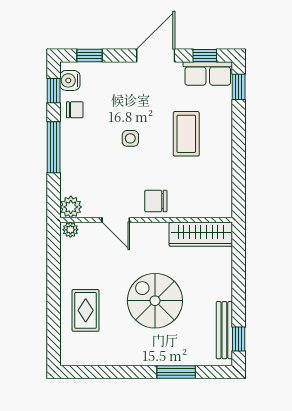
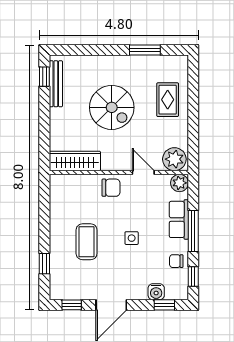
row of seats: (208, 73) -> (179, 219), moved, turned -90
water cooler: (70, 80) -> (156, 292), moved, turned 90
window: (239, 87) -> (44, 264), moved
plant: (70, 230) -> (174, 159), width x1.88, depth x1.88
window: (176, 372) -> (145, 50), moved

